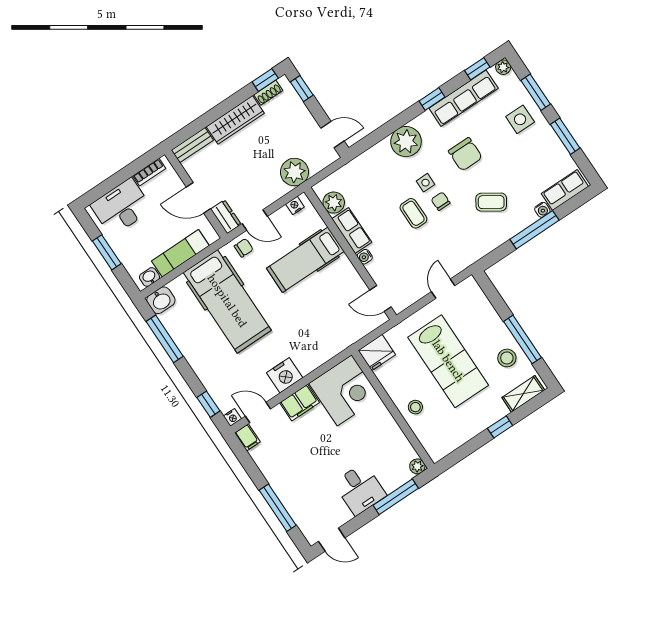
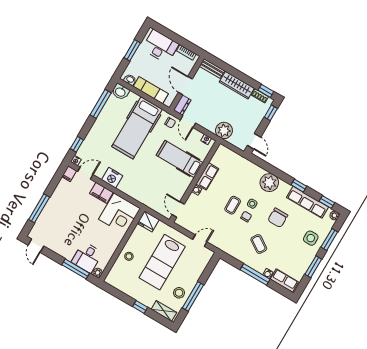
plant: (334, 203) -> (218, 159), removed
door: (258, 413) -> (85, 173), hinge flipped
desk: (360, 489) -> (87, 257), moved

